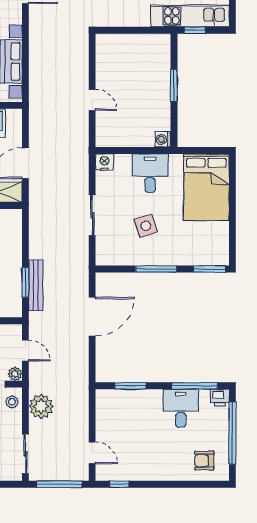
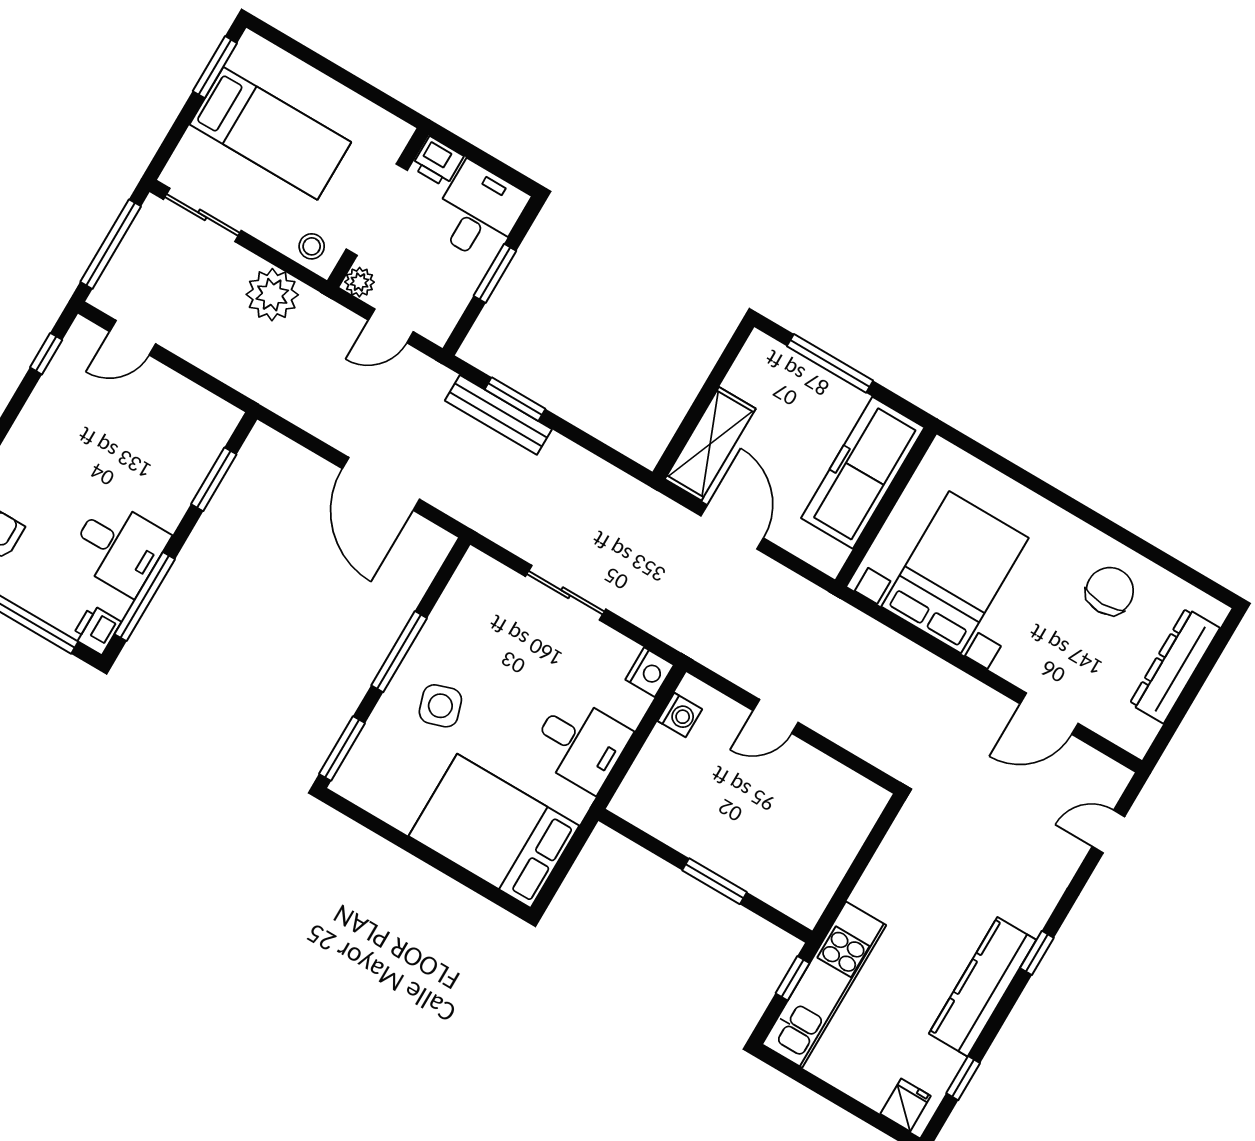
washing machine: (163, 139) -> (680, 715), moved, turned 90
side table: (146, 226) -> (440, 706), moved

